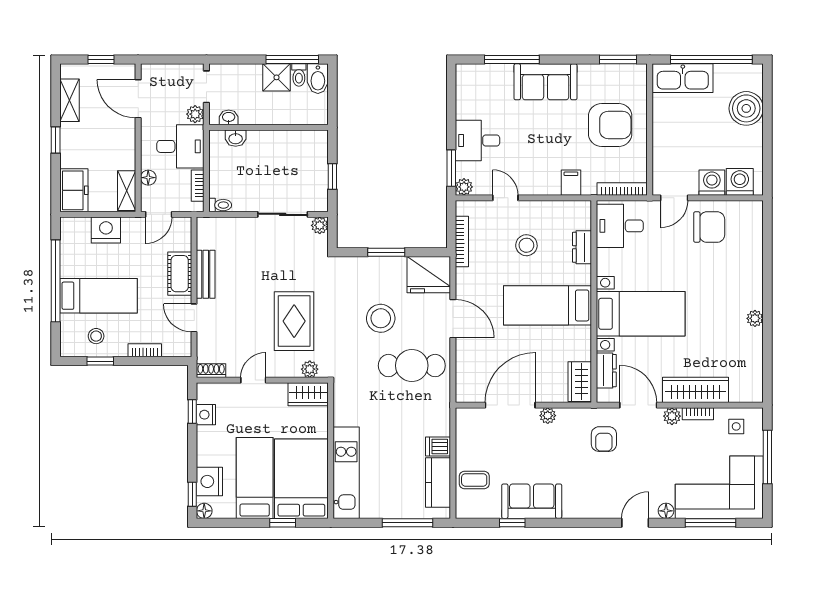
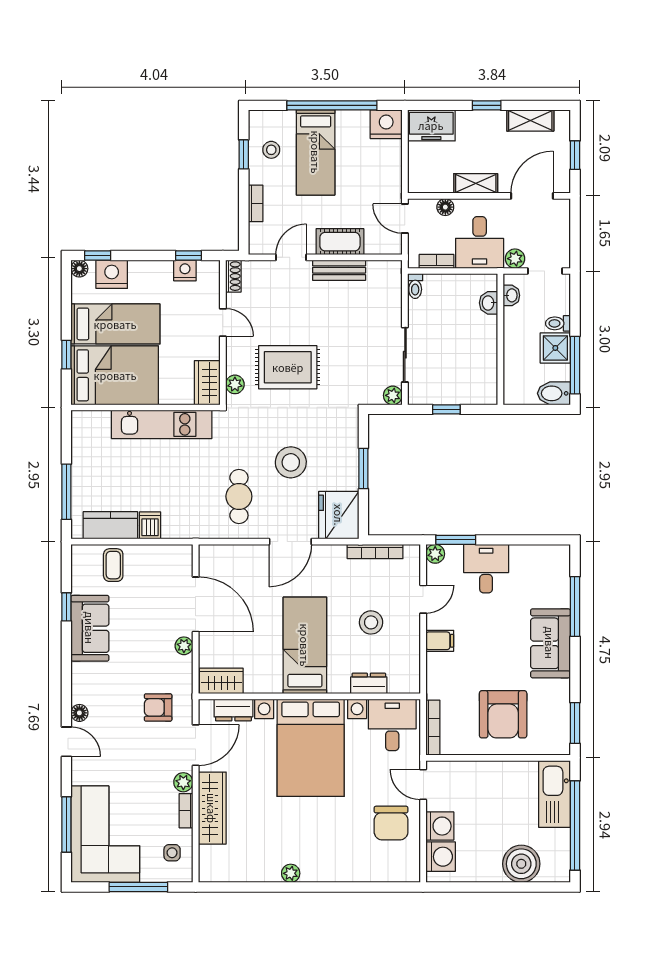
toilet: (299, 75) -> (558, 323), moved
filing cabinet: (571, 183) -> (440, 641), moved
shelving: (127, 191) -> (476, 183), moved
nightstand: (106, 230) -> (386, 124), moved, turned -90
bed with nightstands: (641, 314) -> (311, 748), width x1.36
cafe table: (412, 366) -> (239, 496), width x0.73, depth x0.74
kitchen unit: (346, 473) -> (162, 424), moved
floor lamp: (666, 511) -> (79, 713), moved

